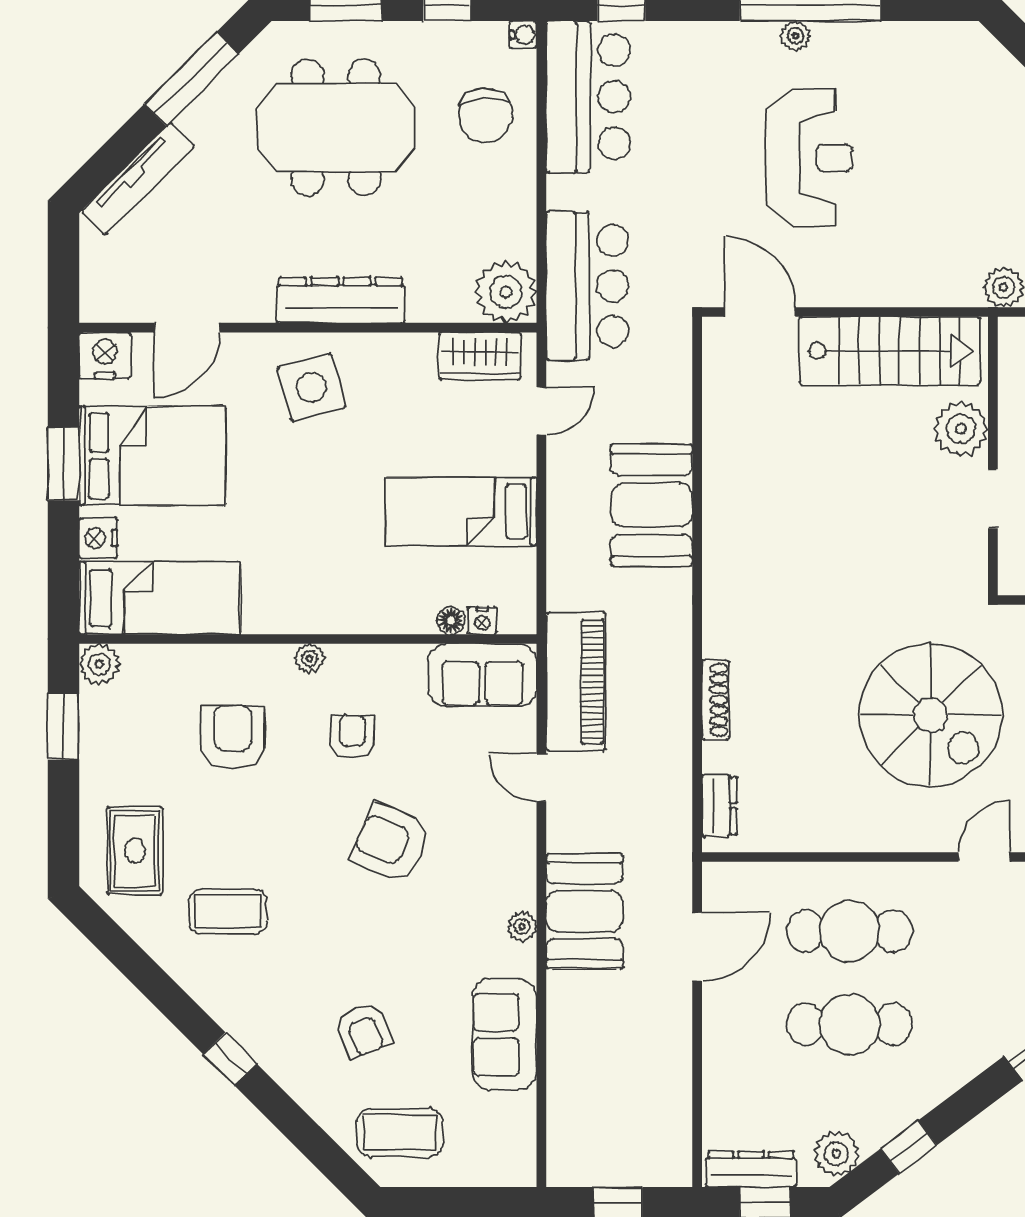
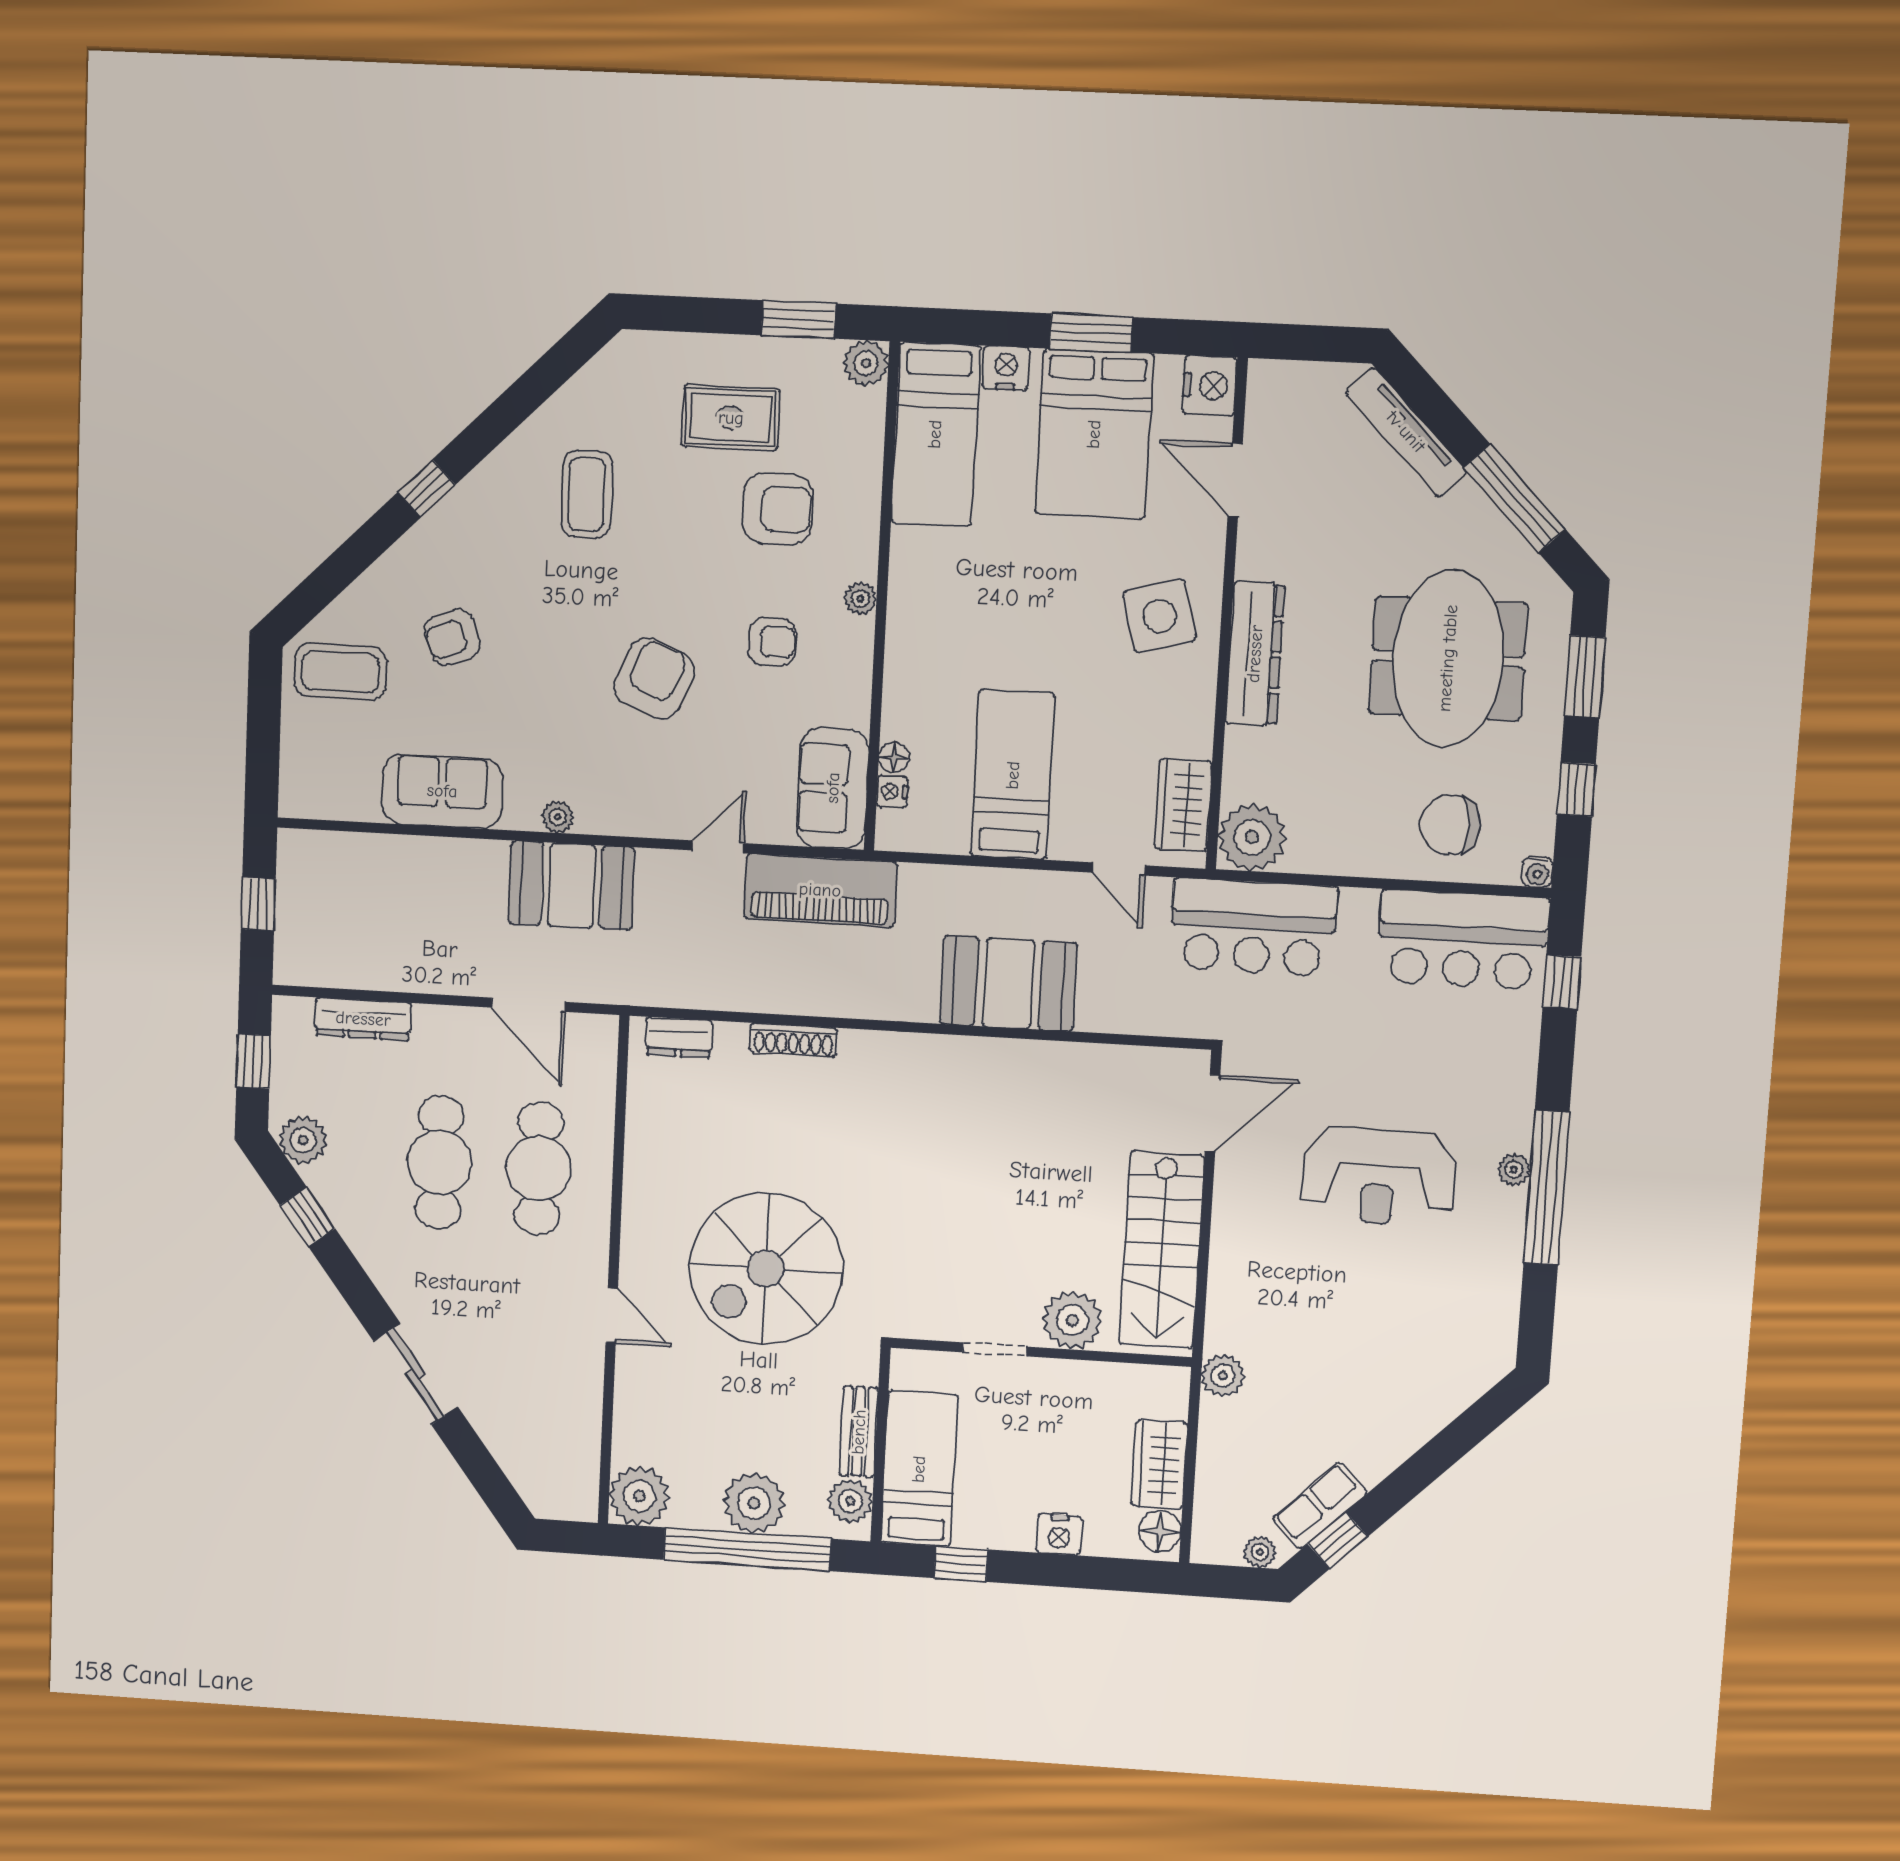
rug: (135, 851) -> (731, 418), moved
coffee table: (400, 1133) -> (340, 672), turned 90
dresser: (751, 1169) -> (363, 1019), moved, turned 90

